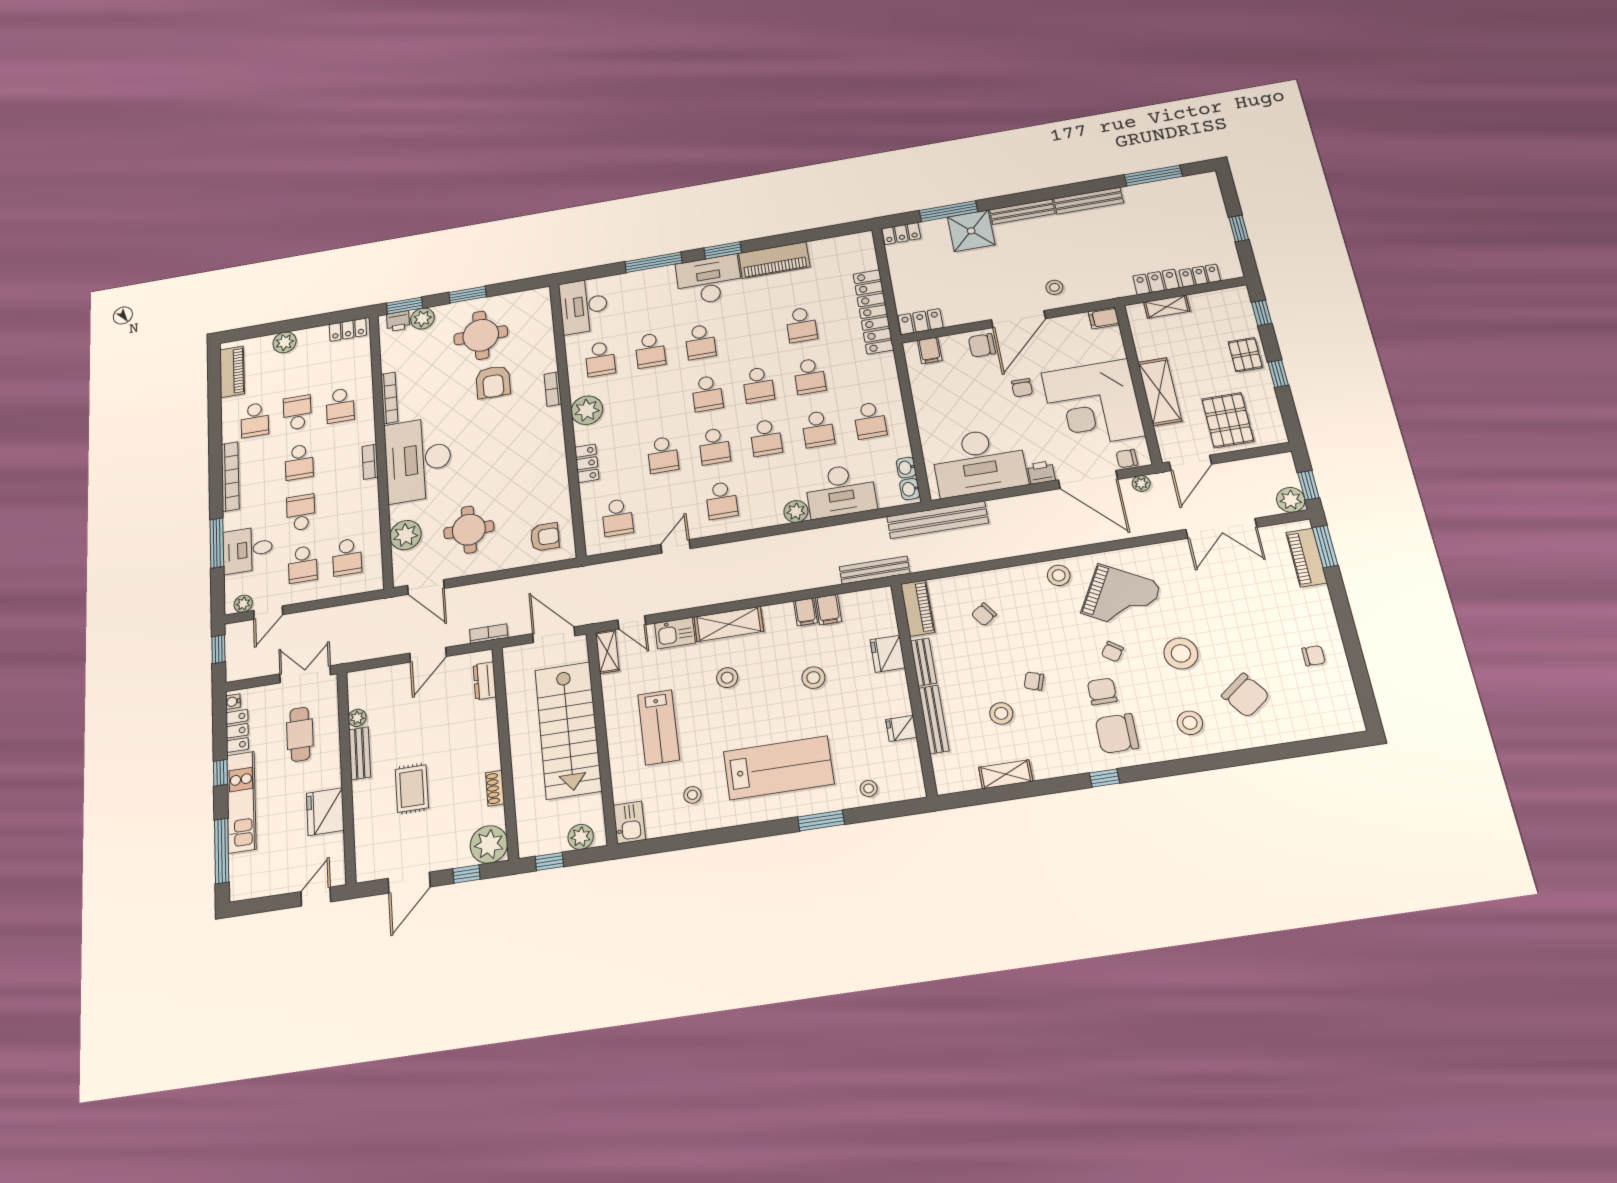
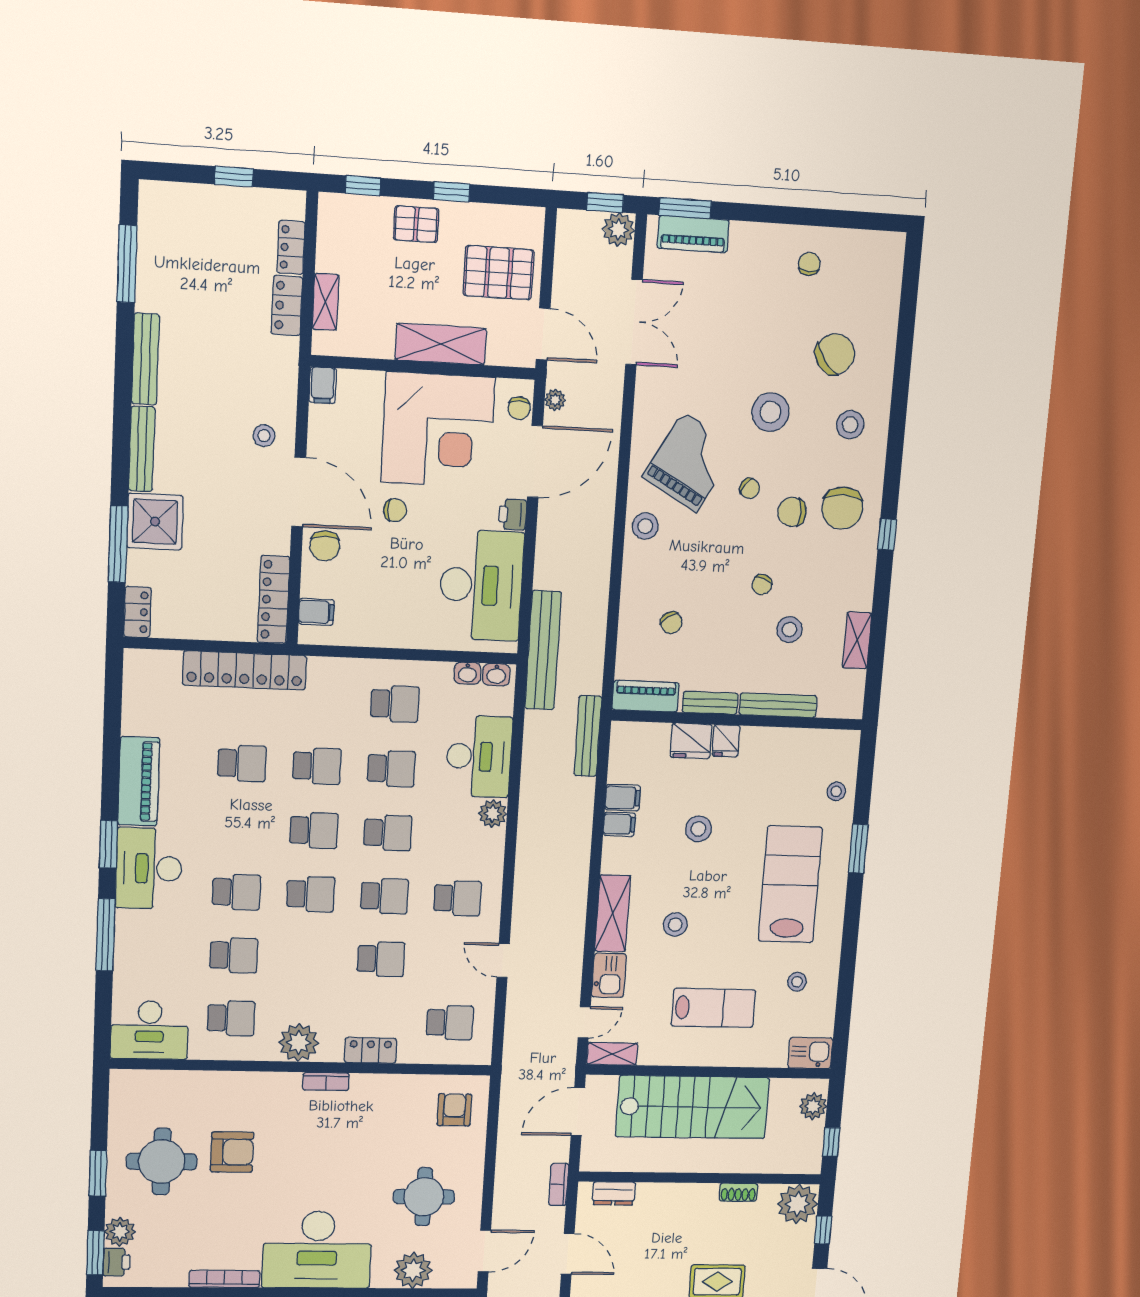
locker: (920, 322) -> (274, 600), width x1.53
bookcase: (553, 389) -> (326, 1082), moved
fridge: (901, 728) -> (726, 741), moved

